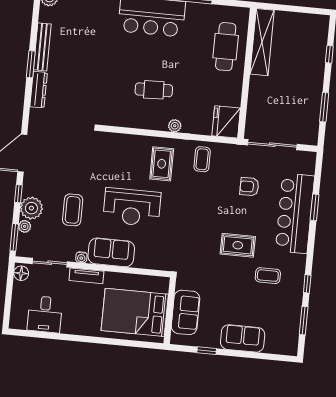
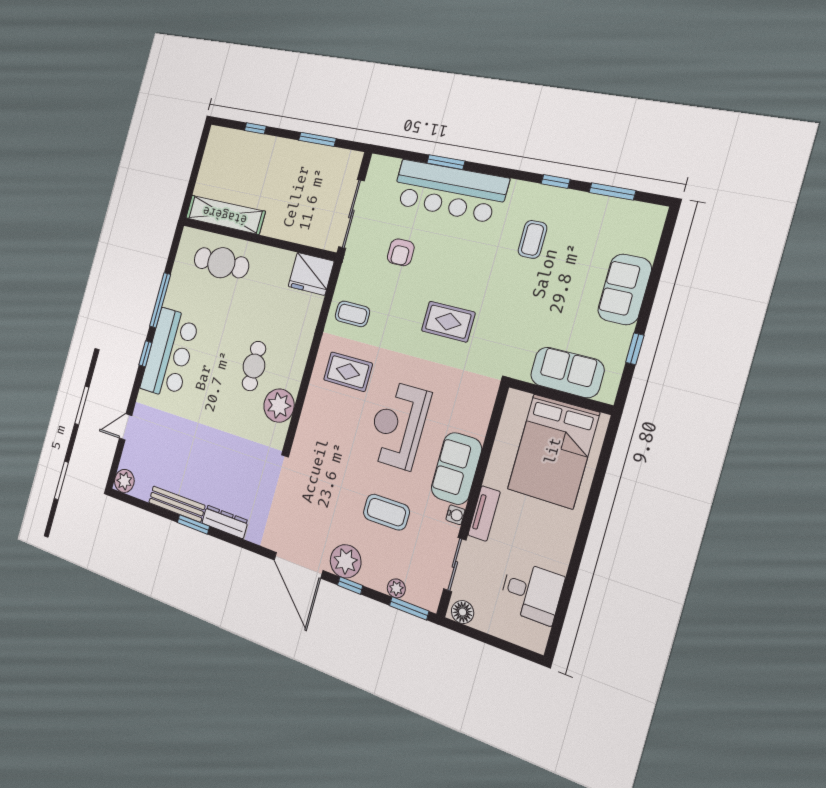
plant: (175, 126) -> (279, 406), moved, width x1.88, depth x1.88
reception desk: (132, 207) -> (398, 425), turned 180
plant: (31, 208) -> (346, 561), moved
rug: (238, 245) -> (448, 322), moved, turned 90

